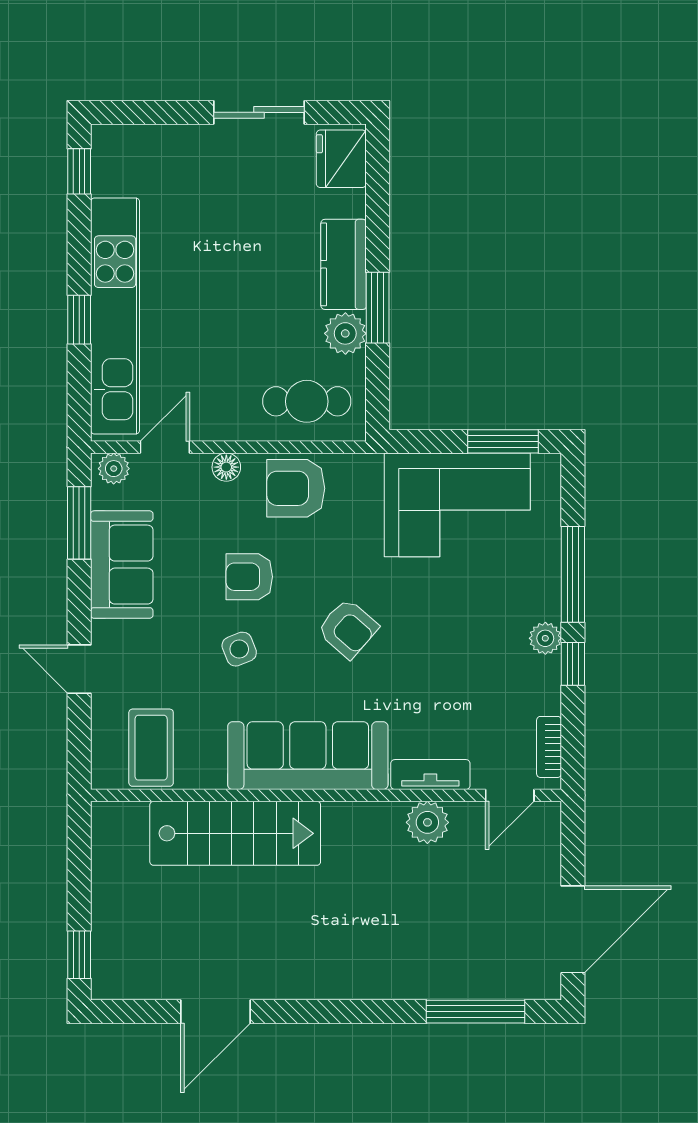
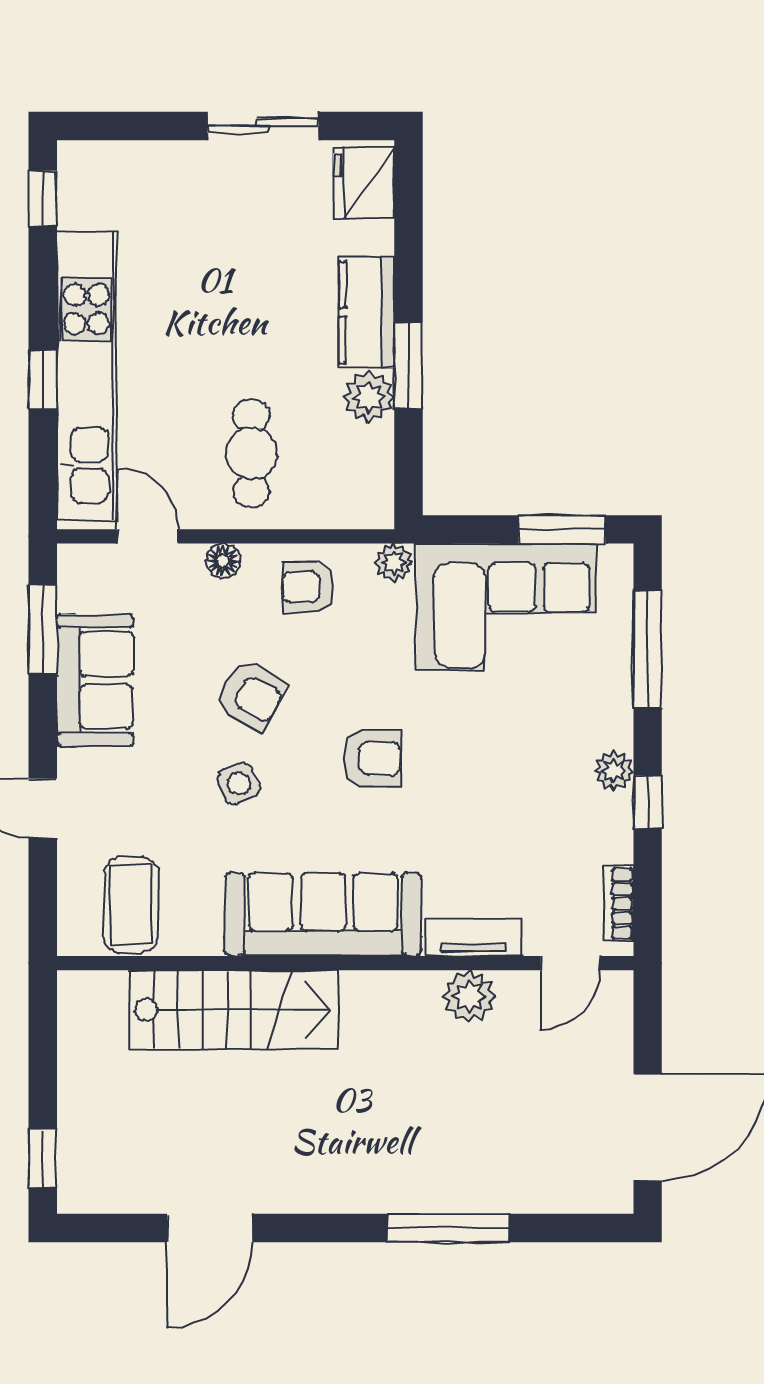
cafe table: (307, 401) -> (251, 453), moved, turned 90
door: (165, 447) -> (148, 536), hinge flipped
plant: (114, 469) -> (394, 563), moved
armchair: (296, 488) -> (308, 587), width x0.72, depth x0.72
window: (573, 574) -> (648, 649), moved
armchair: (249, 577) -> (251, 695), turned -150
armchair: (348, 629) -> (372, 759), turned -41
window: (475, 1012) -> (448, 1228), moved

